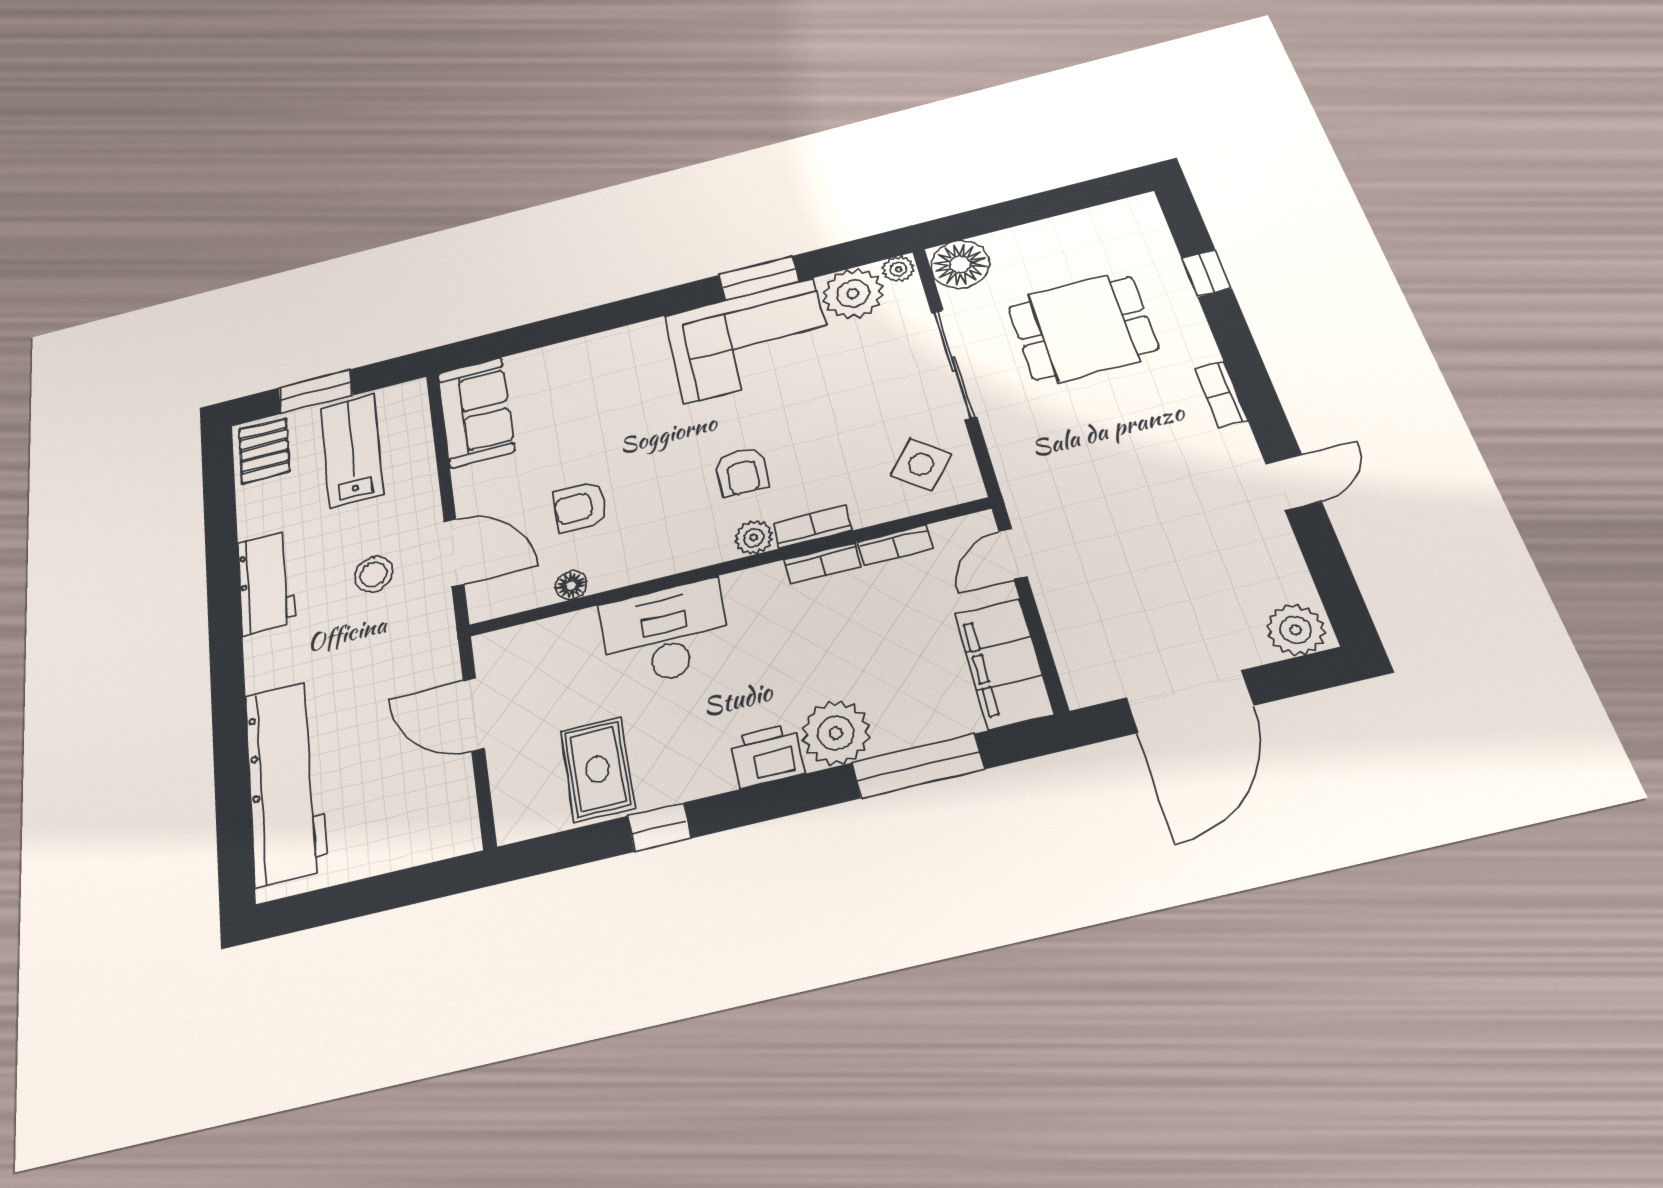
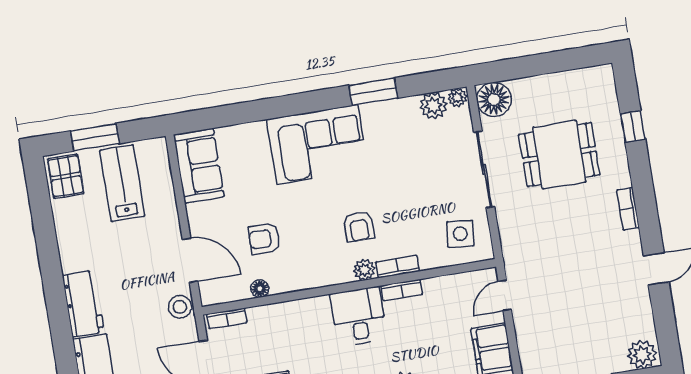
plant: (853, 293) -> (433, 106), width x0.73, depth x0.73
corner sofa: (749, 340) -> (317, 144), moved
side table: (921, 464) -> (460, 234), turned -34
bookcase: (895, 545) -> (227, 318), moved
stool: (374, 574) -> (180, 307), moved
workbench: (267, 582) -> (83, 304), moved
desk: (666, 633) -> (358, 316), moved, width x0.73

